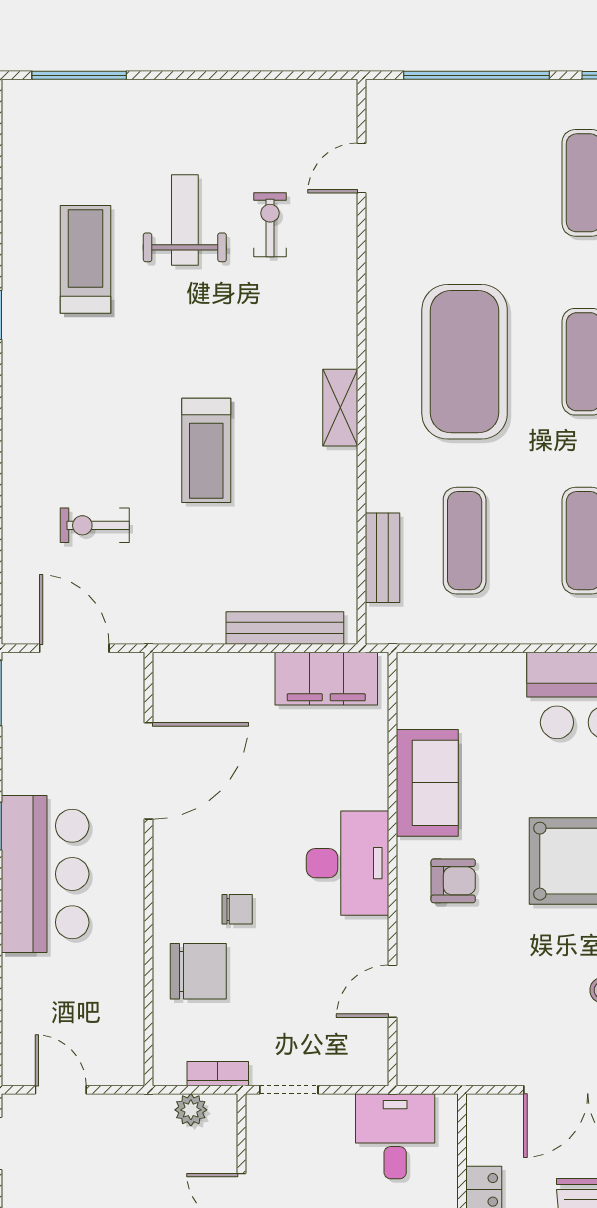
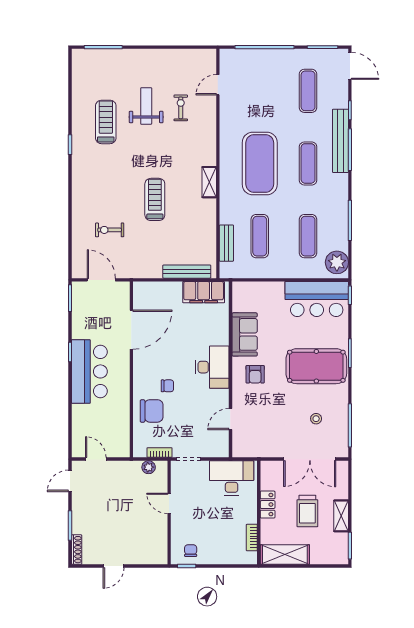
treadmill: (206, 450) -> (155, 199), turned 180
armchair: (453, 881) -> (255, 374), turned 90
desk: (395, 1136) -> (232, 478), width x1.37

